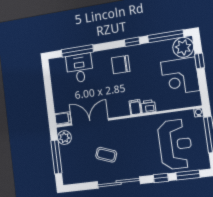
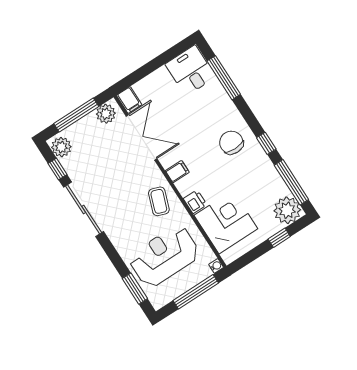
desk: (80, 68) -> (190, 71), moved, turned -90
corner desk: (180, 76) -> (226, 222), moved, turned 90
filing cabinet: (135, 107) -> (177, 172), moved
reception desk: (175, 144) -> (164, 256), turned 180
coffee table: (106, 155) -> (159, 201), moved
plant: (72, 177) -> (61, 147), added
window: (161, 178) -> (57, 169), moved

